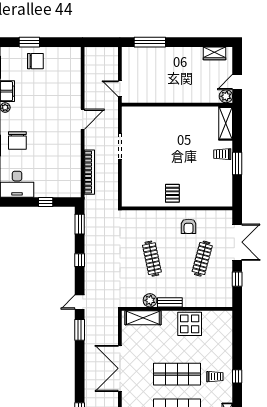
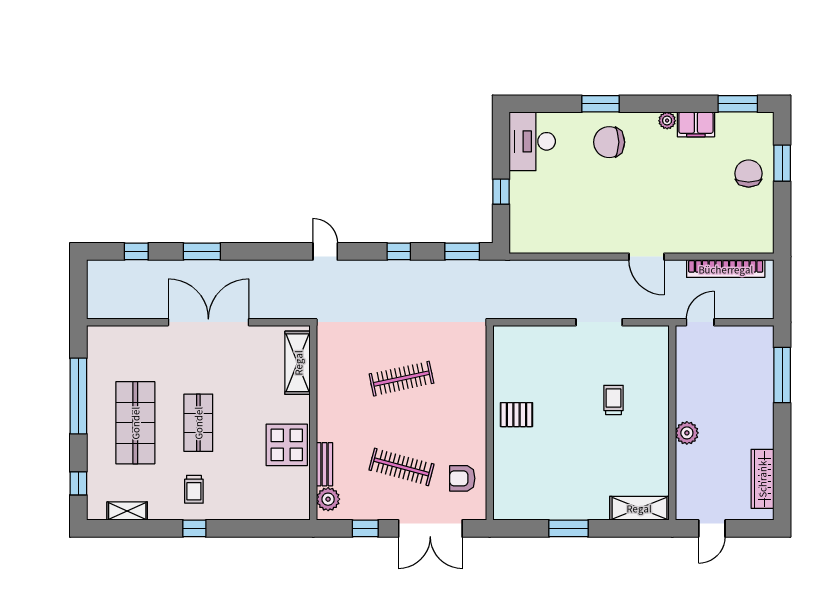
wardrobe: (215, 53) -> (762, 479), width x1.50
chair: (35, 61) -> (749, 173), turned 180
door: (237, 82) -> (712, 528), swing flipped
plant: (226, 96) -> (687, 433), moved
trolley: (222, 154) -> (613, 400), moved
bookcase: (89, 172) -> (726, 269), moved
armchair: (189, 226) -> (462, 478), moved
plant: (150, 300) -> (328, 499), moved
bench: (170, 302) -> (325, 464), moved
window: (80, 330) -> (202, 251), moved
shop shelf: (177, 374) -> (198, 423), width x0.70, depth x0.74

